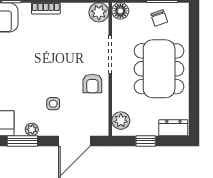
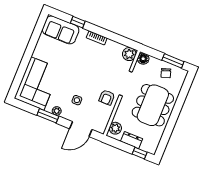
dresser: (173, 128) -> (132, 140), moved
window: (146, 141) -> (140, 153), moved

